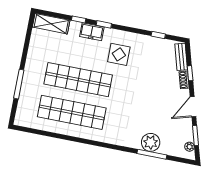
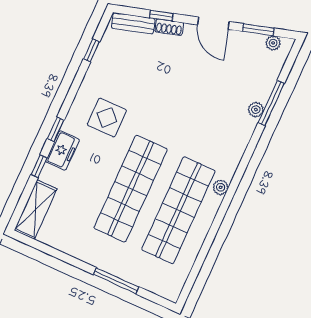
plant: (92, 135) -> (221, 187), added
plant: (151, 142) -> (256, 110), width x0.53, depth x0.53

